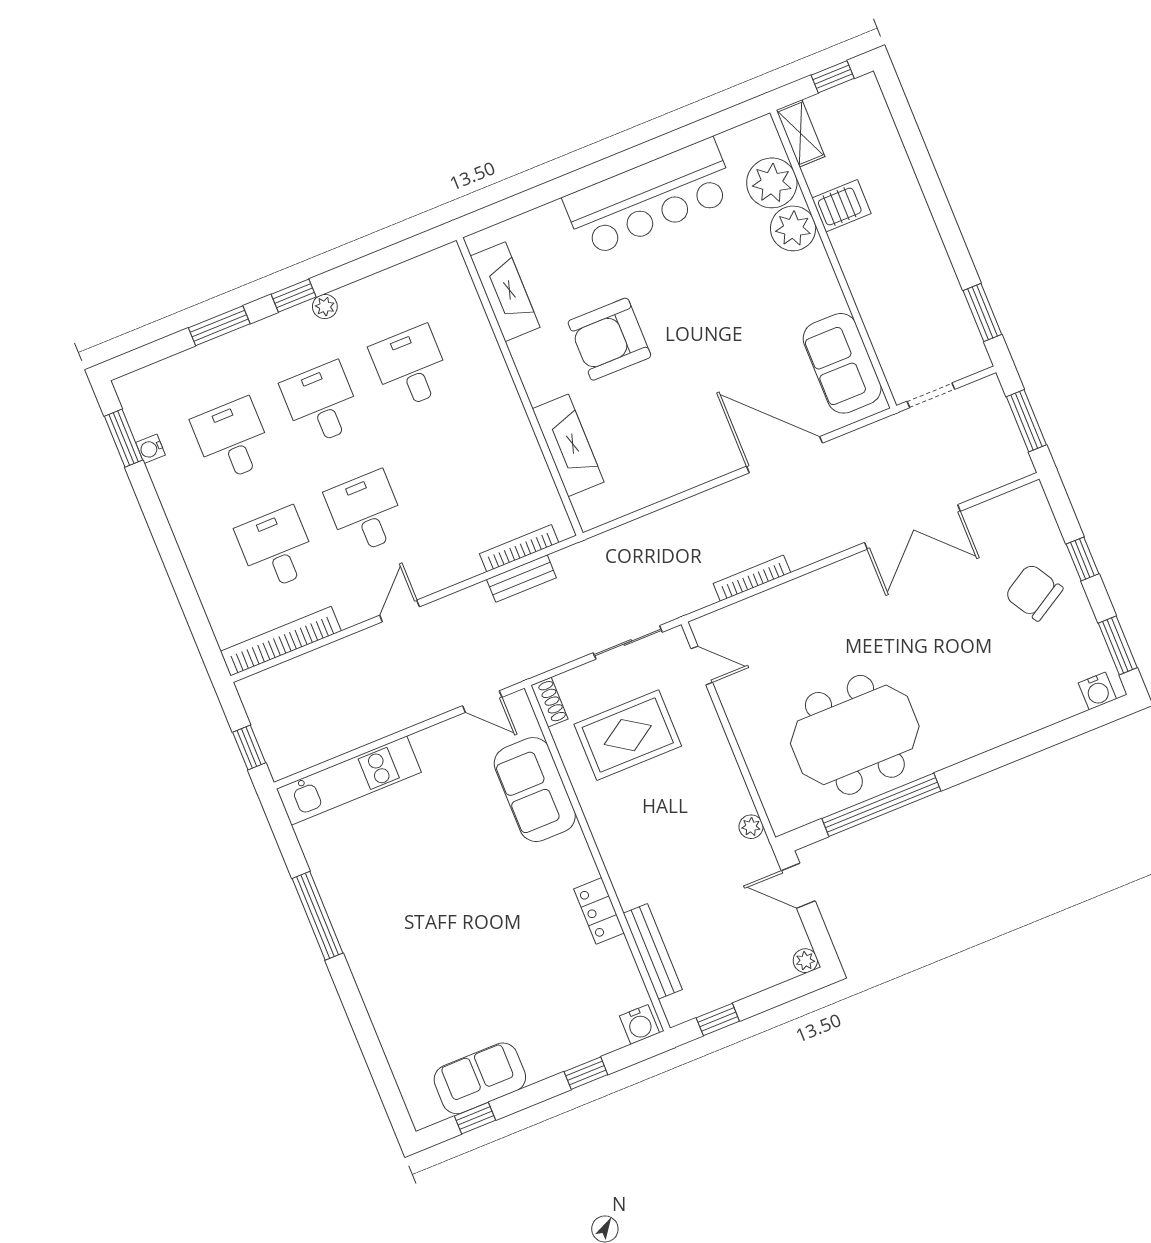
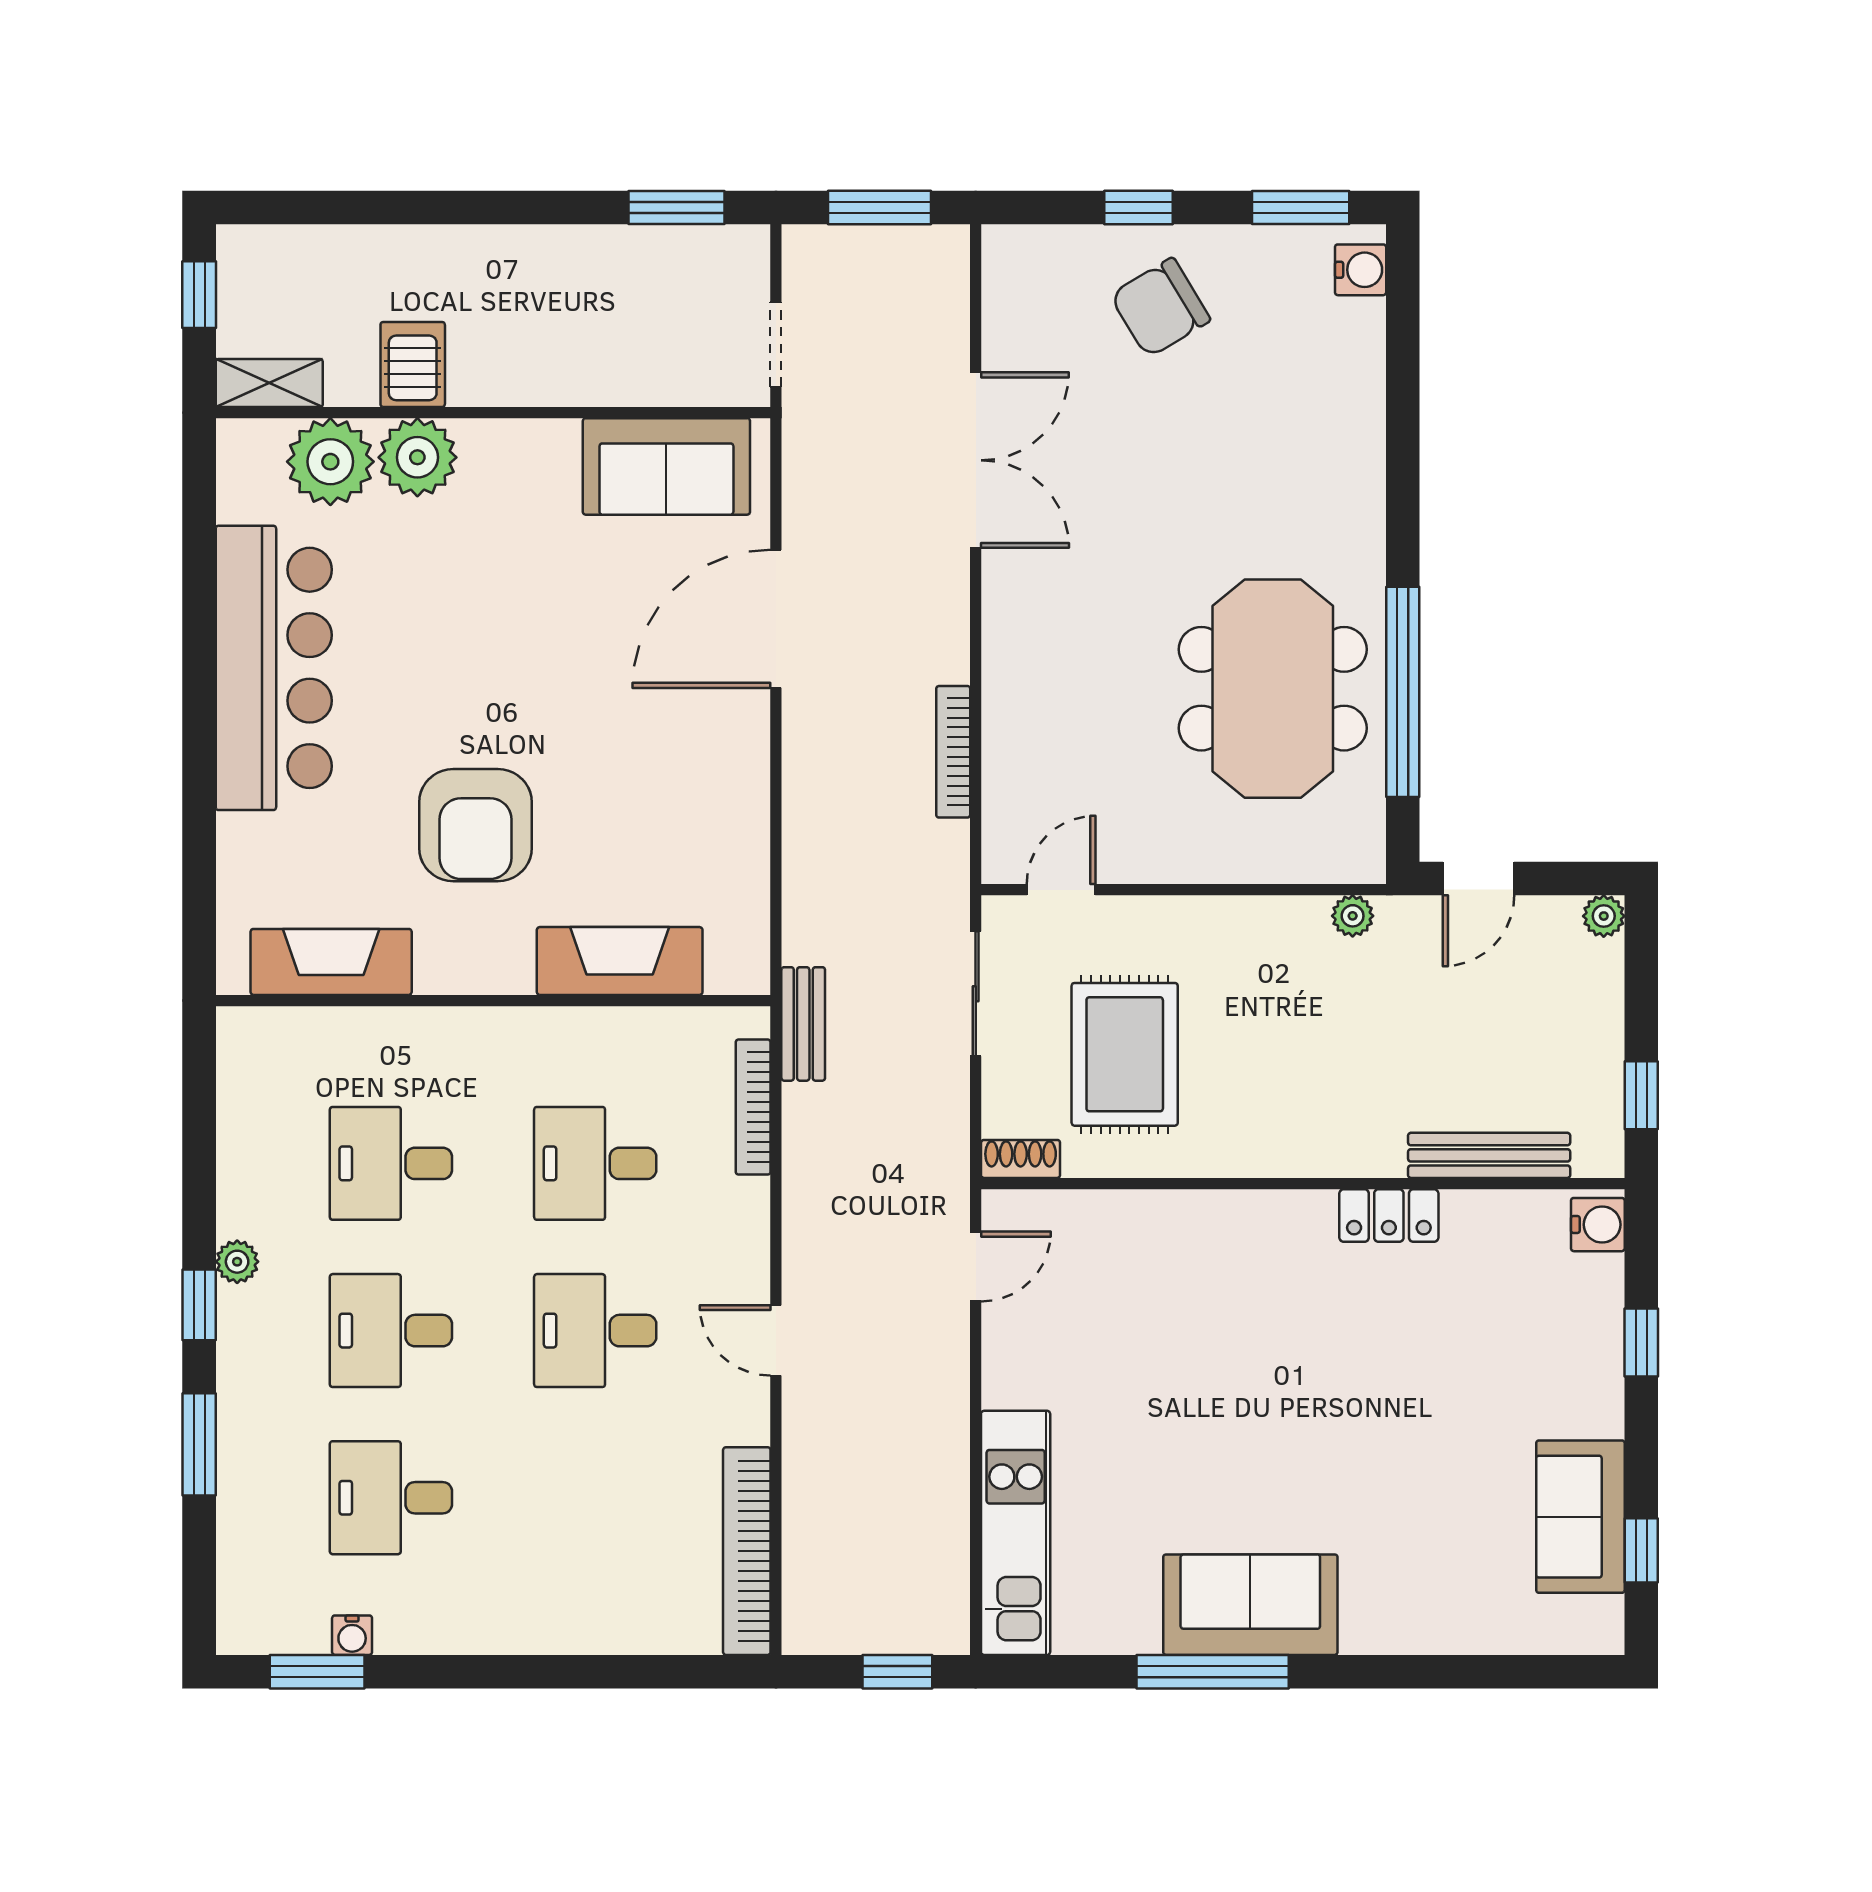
desk: (277, 549) -> (595, 1163), moved
bench: (521, 578) -> (803, 1024), moved
sofa: (535, 790) -> (1250, 1605), moved, turned 180

